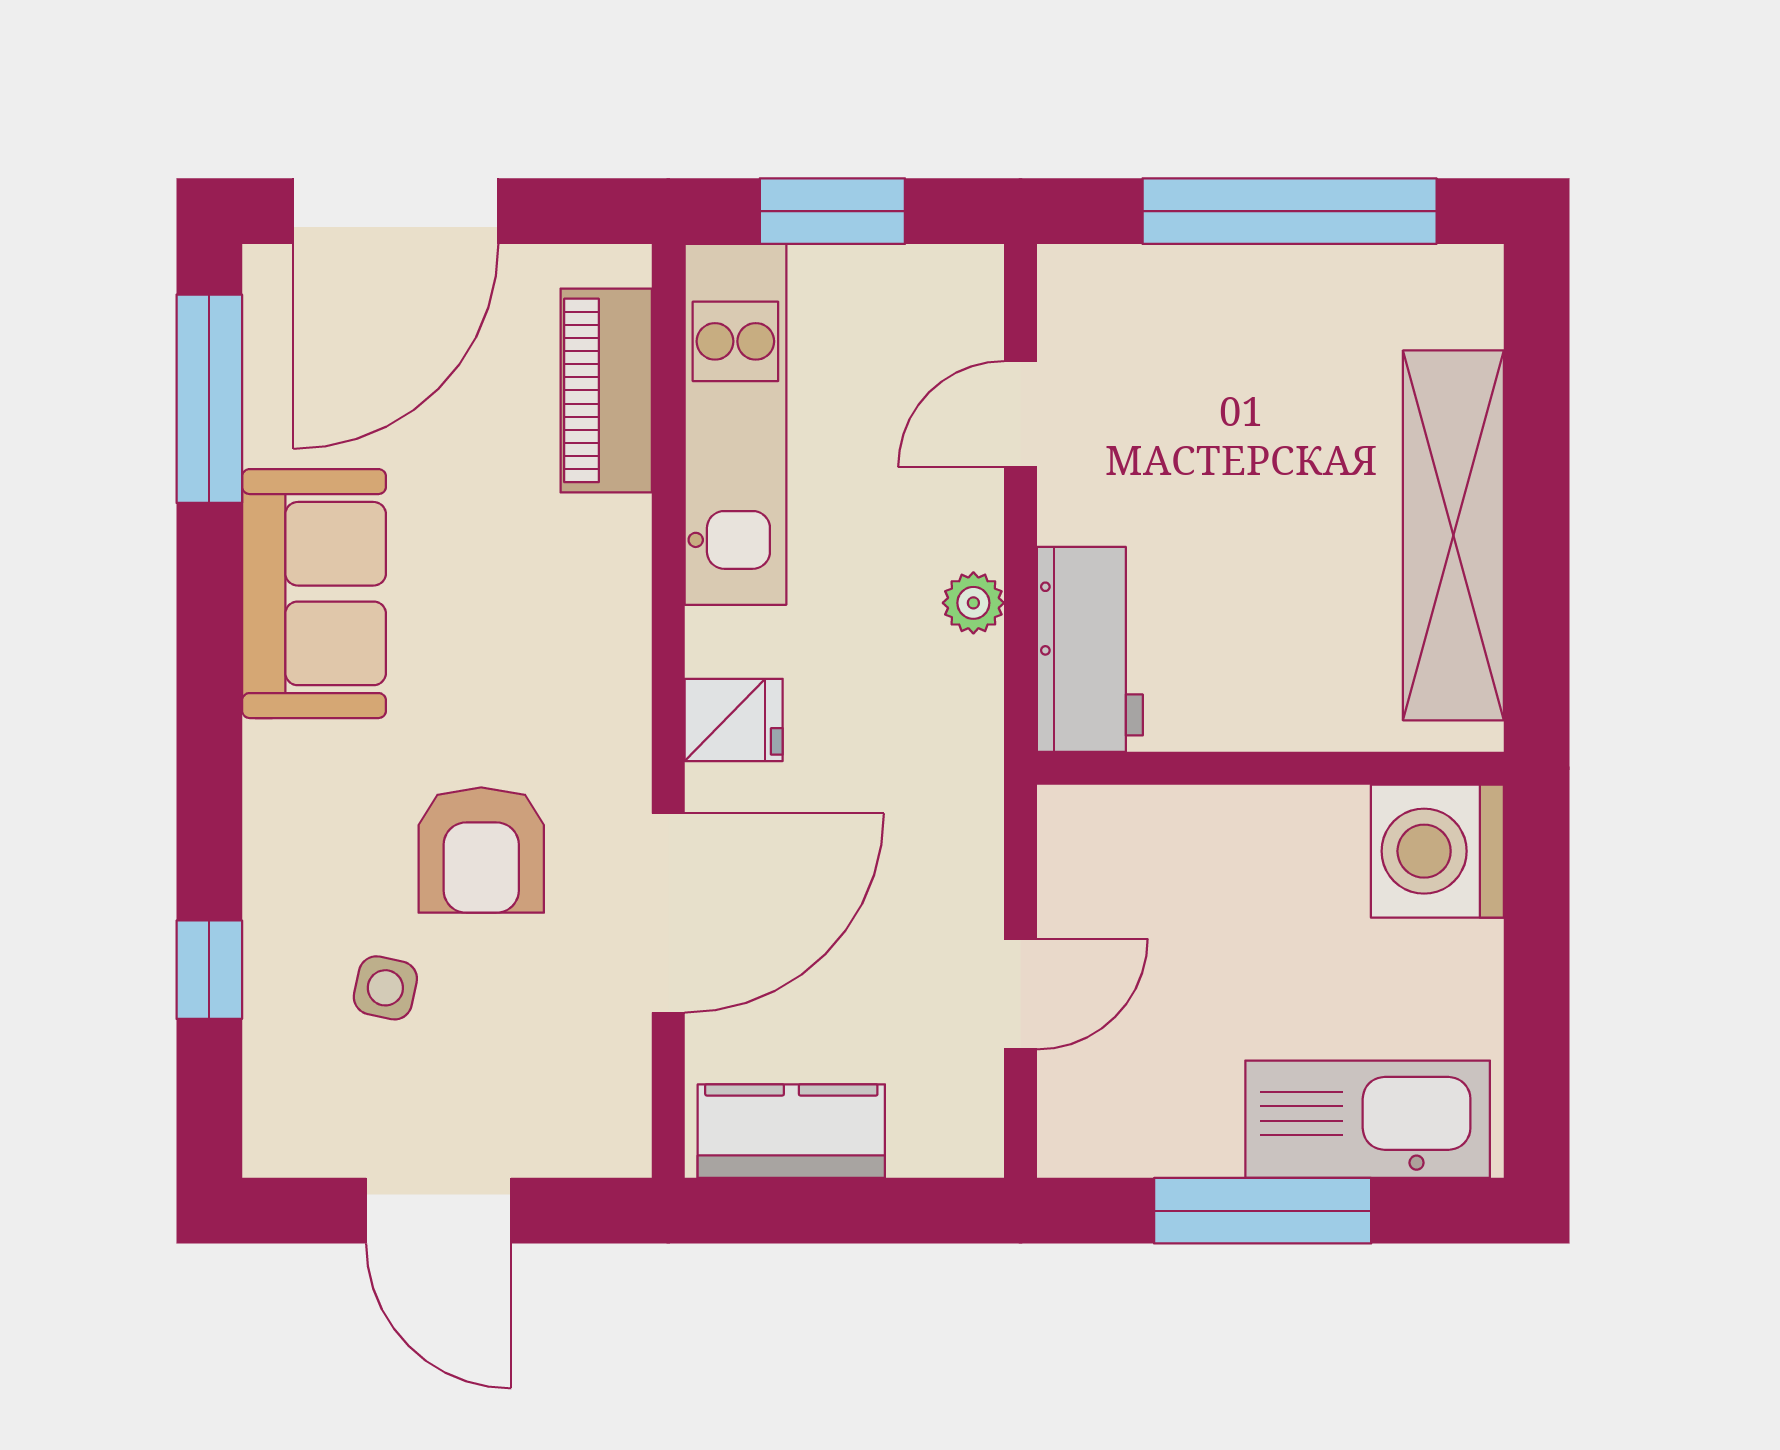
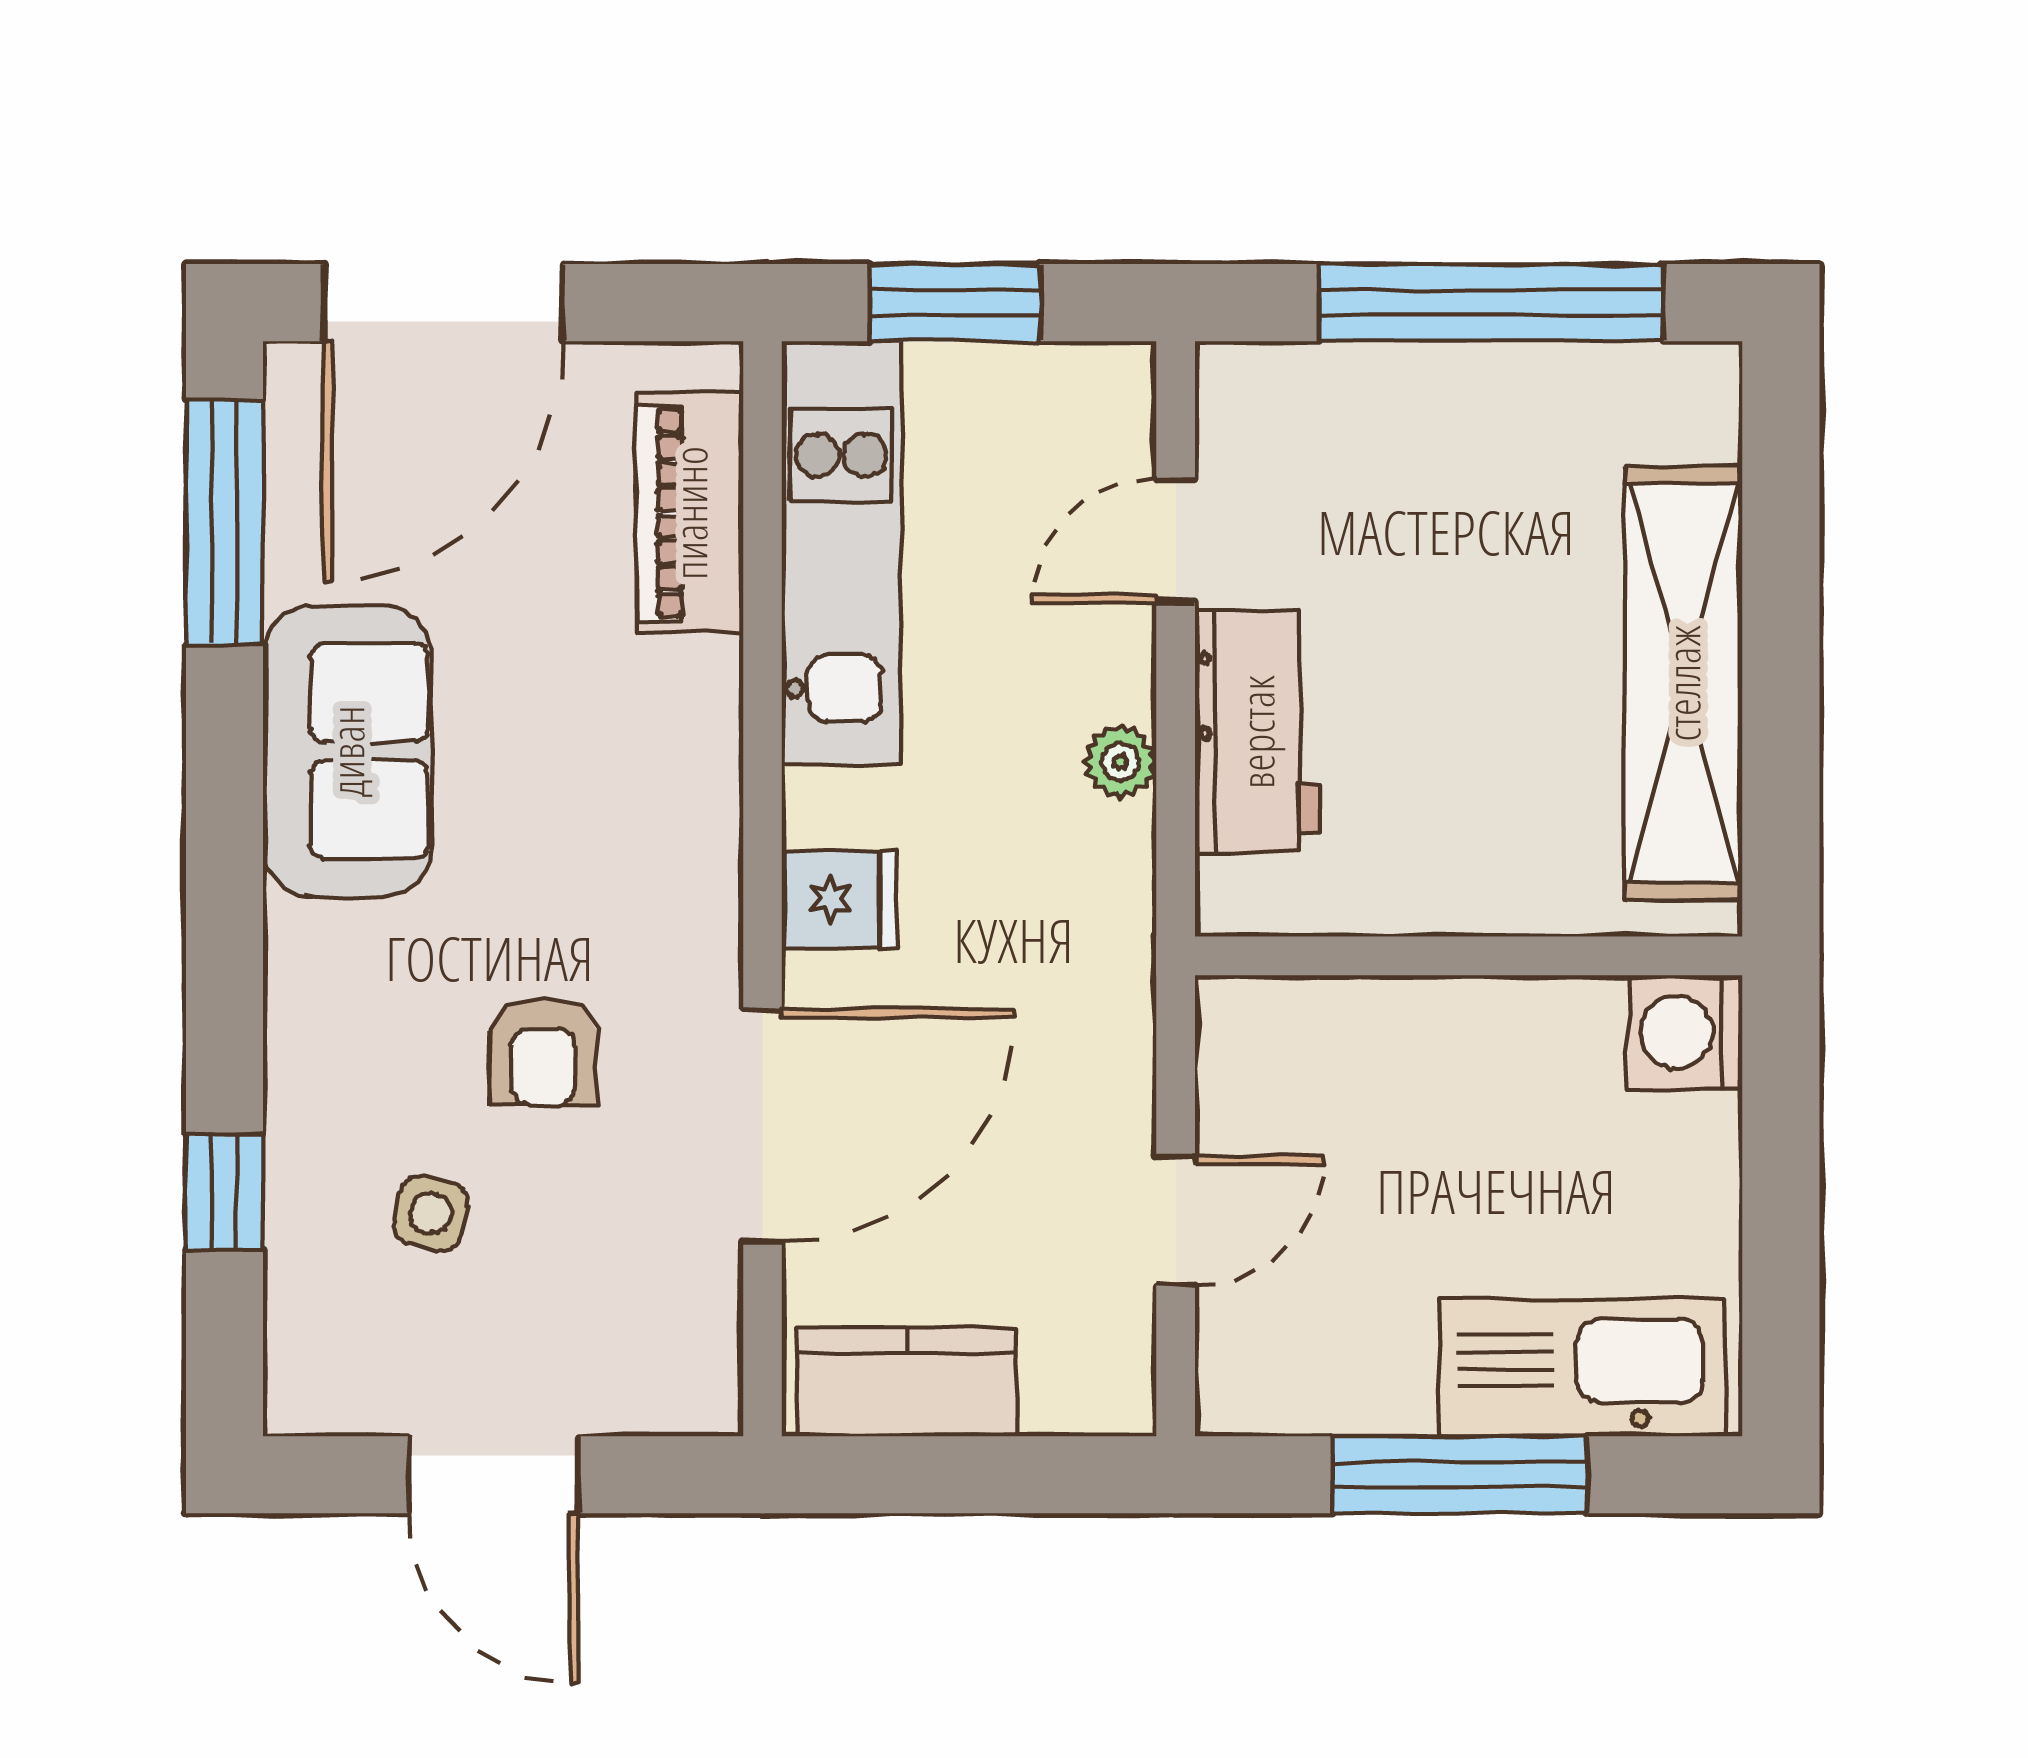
workbench: (1090, 649) -> (1257, 732), moved
armchair: (481, 850) -> (543, 1052), width x0.72, depth x0.72
washing machine: (1437, 851) -> (1686, 1032), width x0.73, depth x0.73

